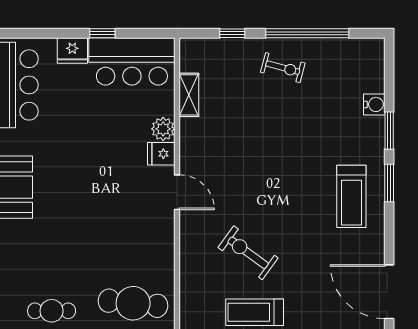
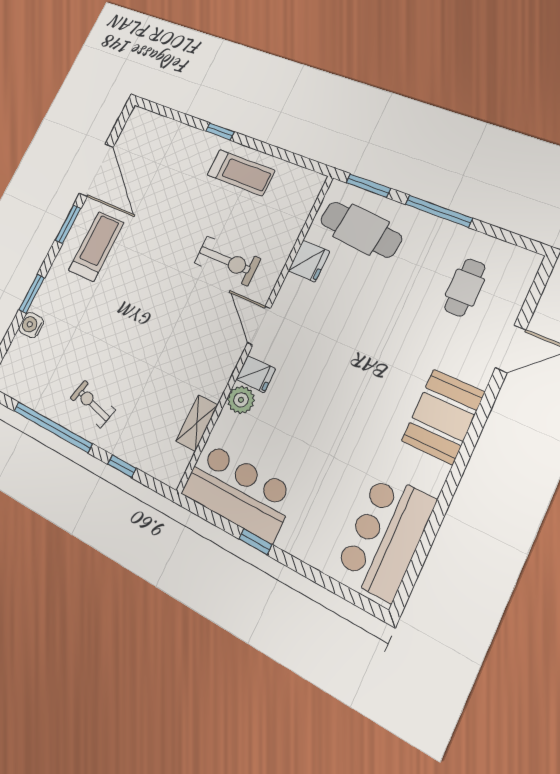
fridge: (72, 50) -> (309, 261), moved, turned 90
window: (389, 183) -> (68, 224), moved
exercise bike: (248, 253) -> (227, 261), moved, turned -36
door: (389, 292) -> (96, 170), moved
cafe table: (52, 311) -> (465, 287), moved, turned 90

